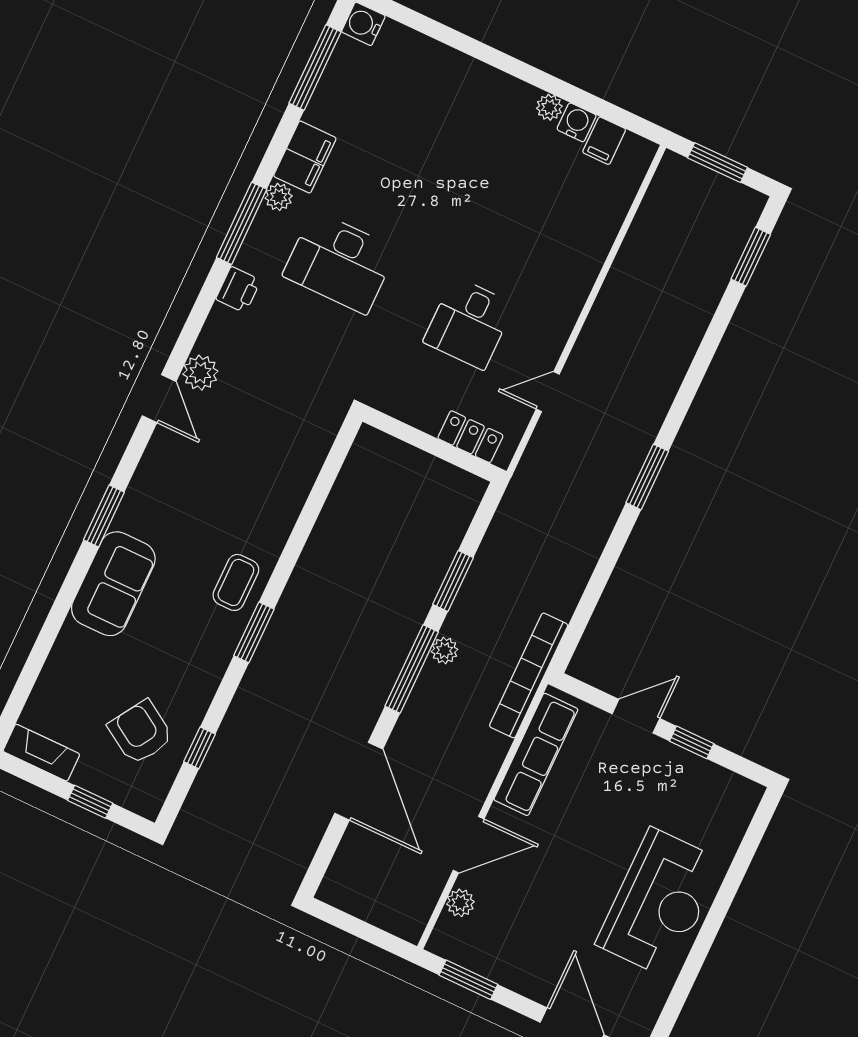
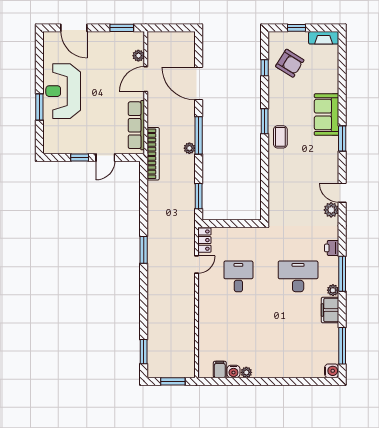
locker: (470, 437) -> (204, 240), moved, turned -90
window: (453, 581) -> (199, 196), moved
window: (727, 892) -> (39, 107), added

